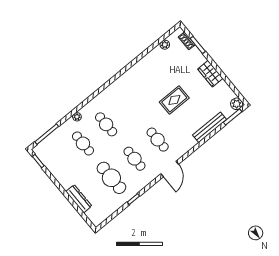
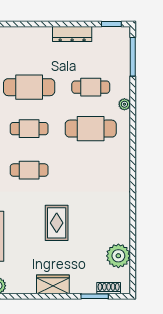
plant: (165, 45) -> (118, 256), width x1.87, depth x1.87
cafe table: (106, 124) -> (91, 129), width x1.37, depth x1.35
dresser: (79, 199) -> (72, 34), moved

